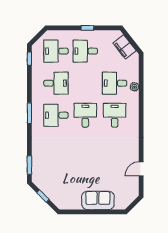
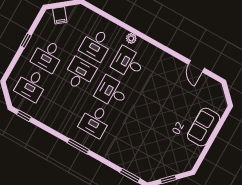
filing cabinet: (124, 47) -> (60, 15), width x0.50
desk: (56, 83) -> (80, 74), moved
plant: (134, 87) -> (131, 38), moved

